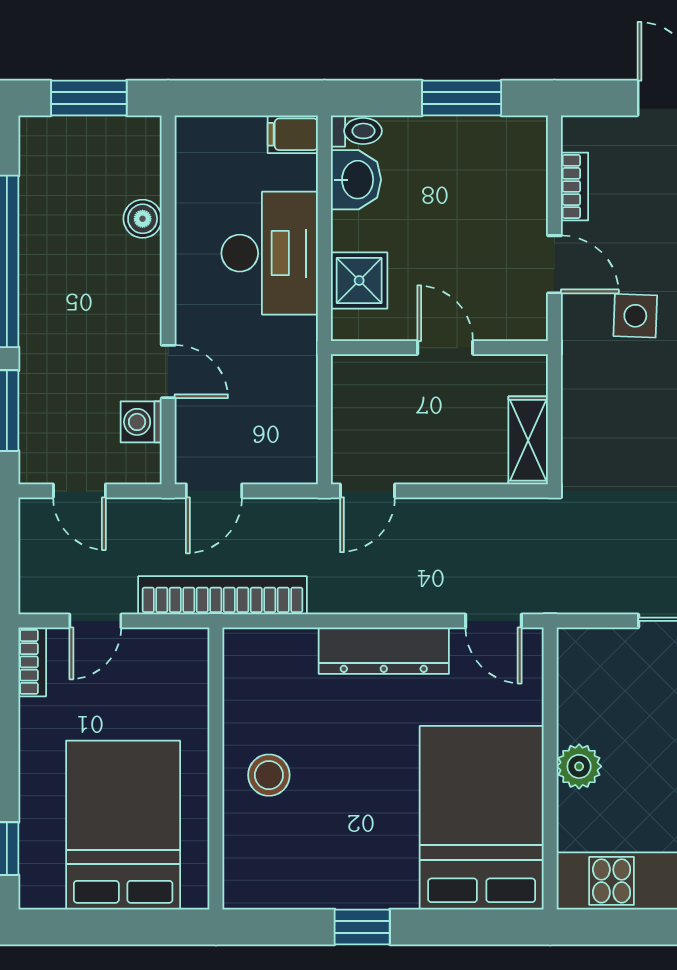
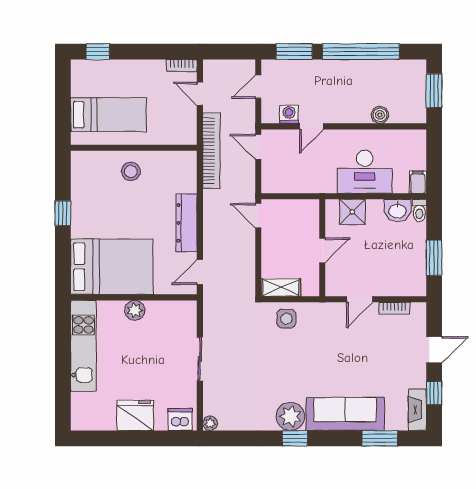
side table: (635, 316) -> (286, 319), moved
bed: (123, 825) -> (108, 115), width x0.67

